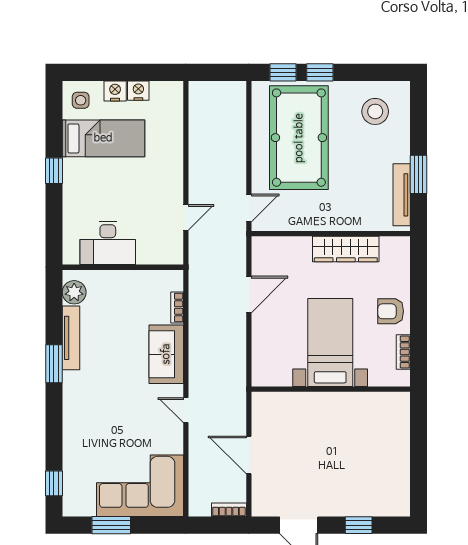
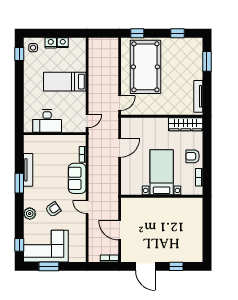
window: (320, 72) -> (178, 33), moved
stool: (375, 111) -> (185, 53), removed
bed: (103, 138) -> (65, 82), moved, turned 180
window: (54, 171) -> (19, 54), moved
window: (418, 174) -> (207, 61), moved
door: (186, 217) -> (87, 121), moved
wardrobe: (346, 249) -> (186, 124), moved
plant: (74, 292) -> (30, 214), moved
armchair: (120, 414) -> (53, 209), added
corner sofa: (140, 486) -> (46, 246), moved

